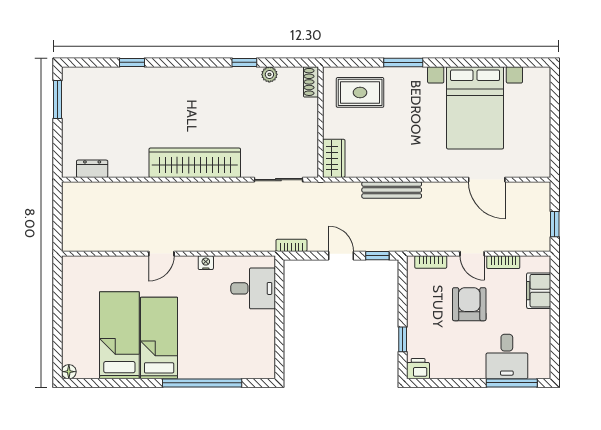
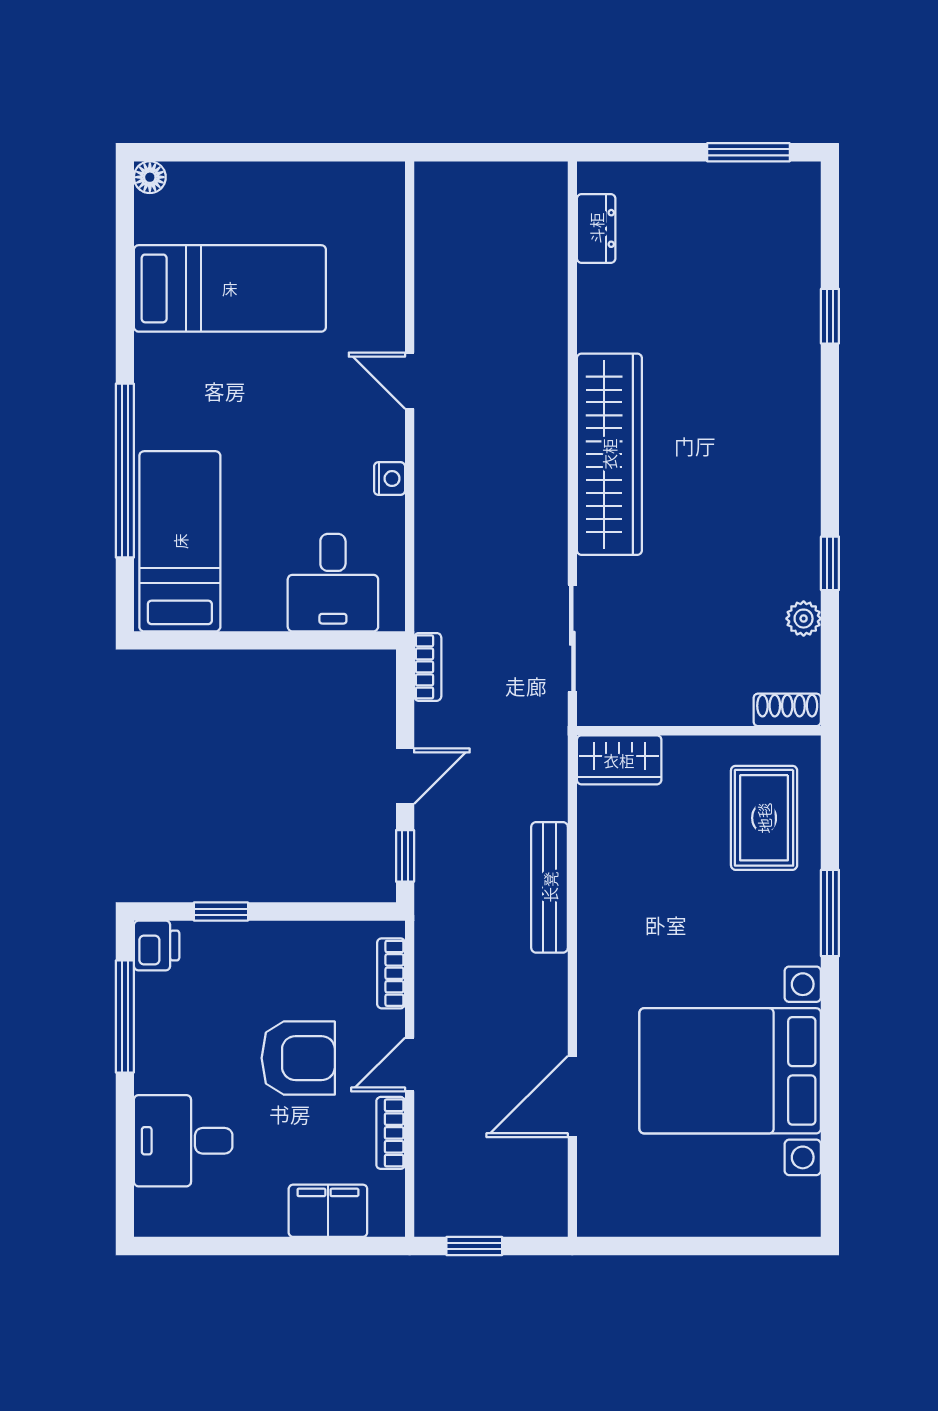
bed: (159, 338) -> (180, 541), moved, turned -90
window: (512, 383) -> (125, 1017), moved

